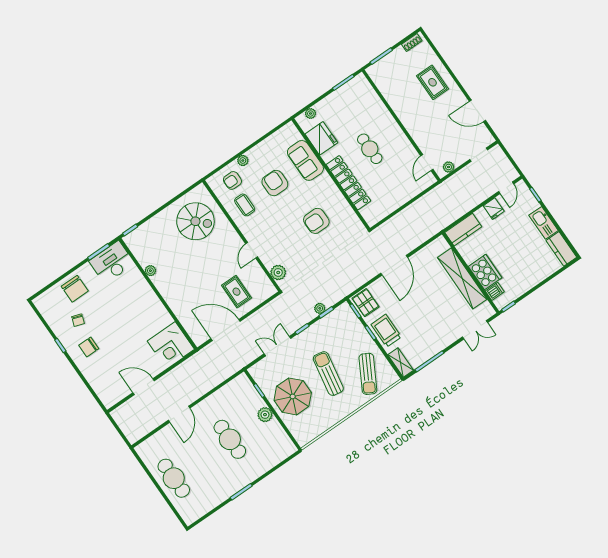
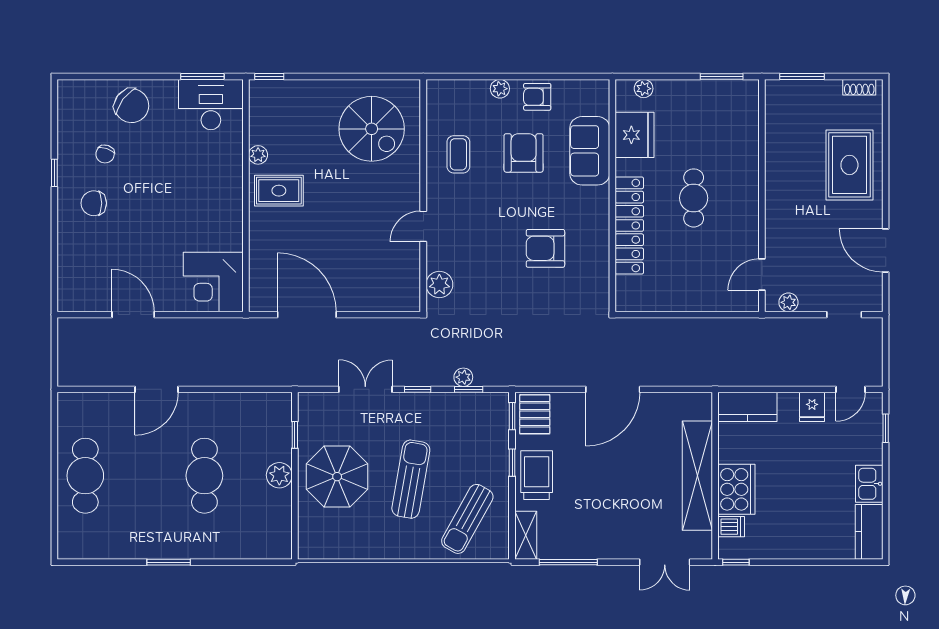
rug: (432, 82) -> (849, 165), width x1.36, depth x1.43
armchair: (232, 180) -> (537, 97), moved
kitchen sink: (544, 223) -> (869, 484), width x0.73
chair: (75, 289) -> (132, 106), turned -53
rug: (236, 292) -> (279, 191), moved, turned 90

